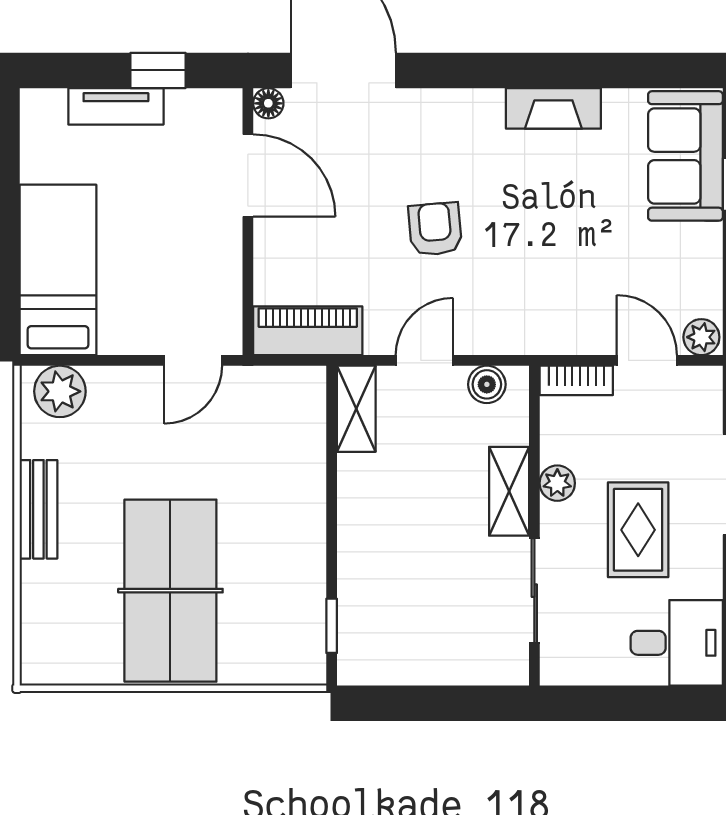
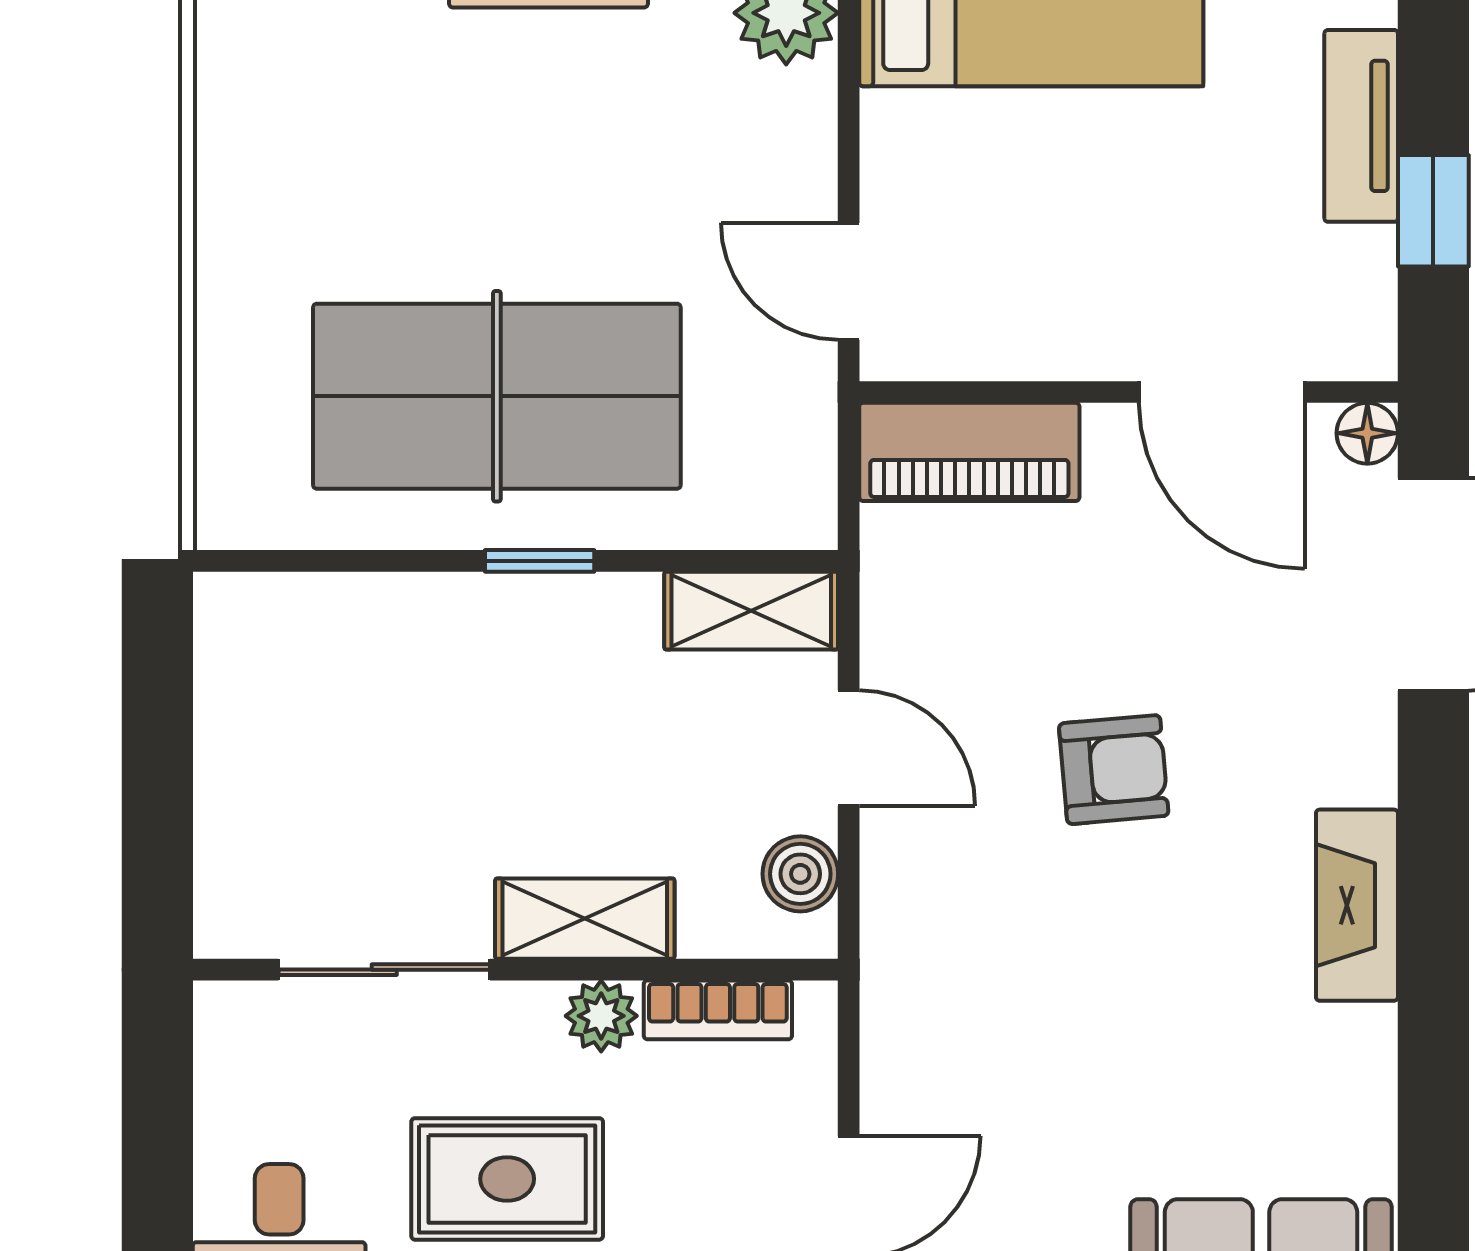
fireplace: (553, 108) -> (1357, 905), moved
door: (248, 175) -> (1222, 392), hinge flipped
piano: (308, 331) -> (969, 452), moved, turned 90
bookcase: (576, 380) -> (718, 1010), moved, turned -90
table tennis table: (170, 591) -> (497, 396), moved
window: (332, 626) -> (540, 561), moved

